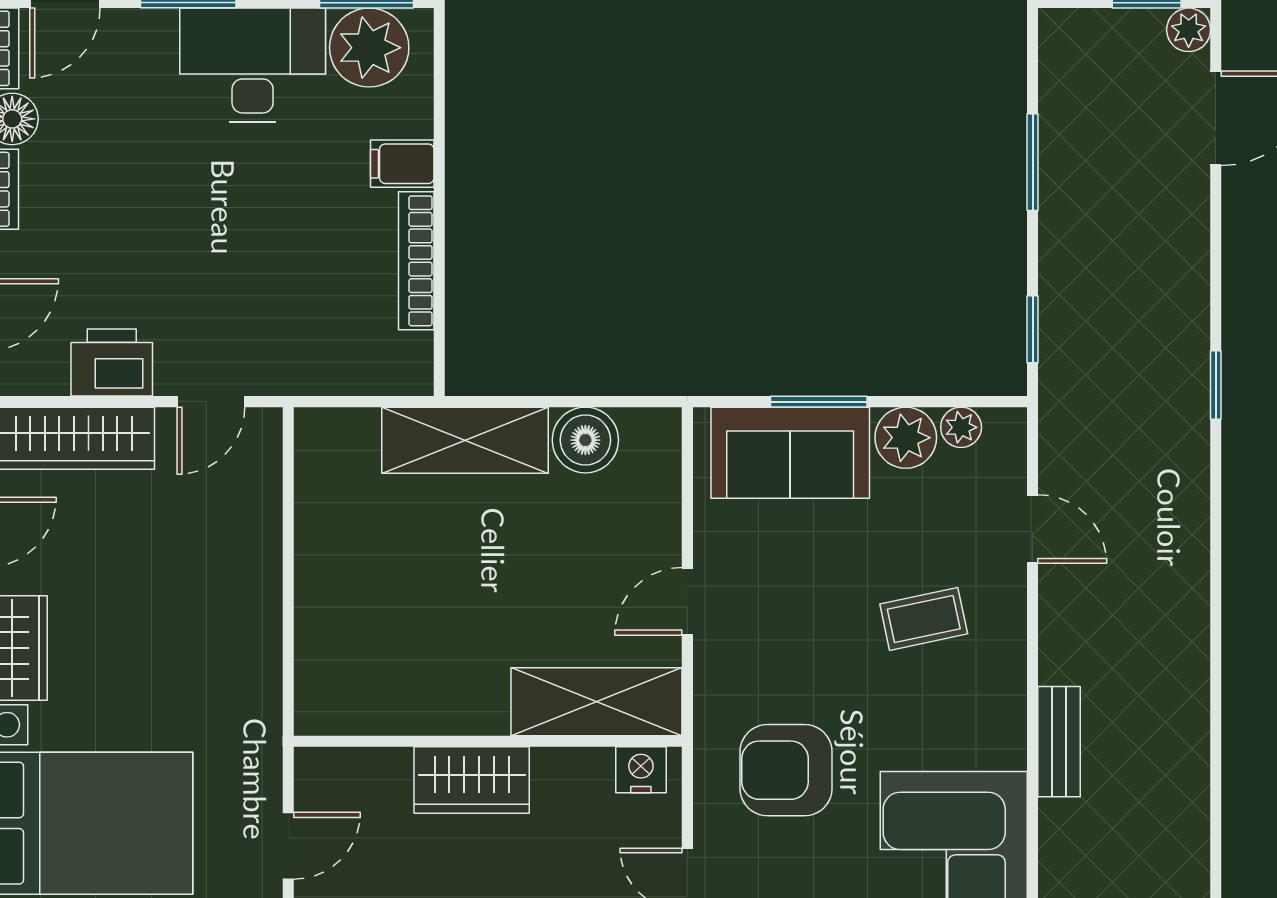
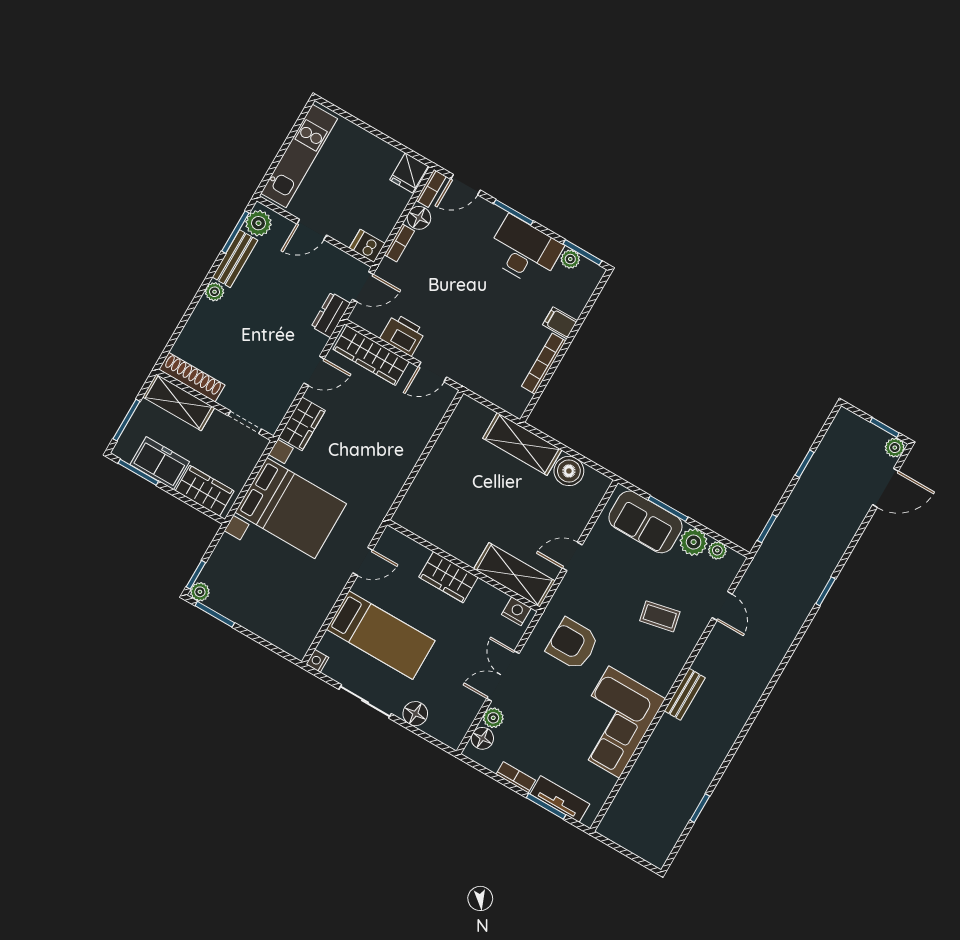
plant: (369, 48) -> (570, 259), width x0.53, depth x0.53
window: (1033, 162) -> (805, 464), width x0.67

